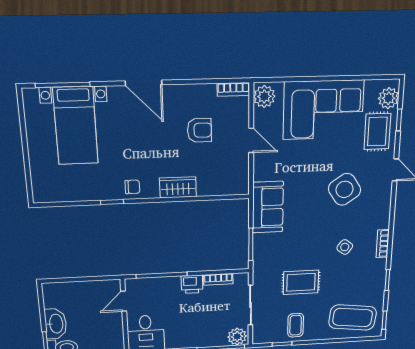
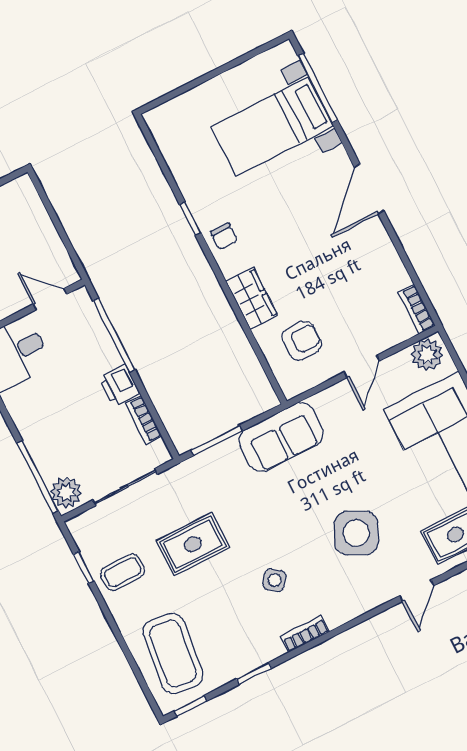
armchair: (199, 130) -> (302, 341), moved, turned -90
side table: (345, 189) -> (356, 533), turned -30
rug: (301, 282) -> (193, 544), turned 90

